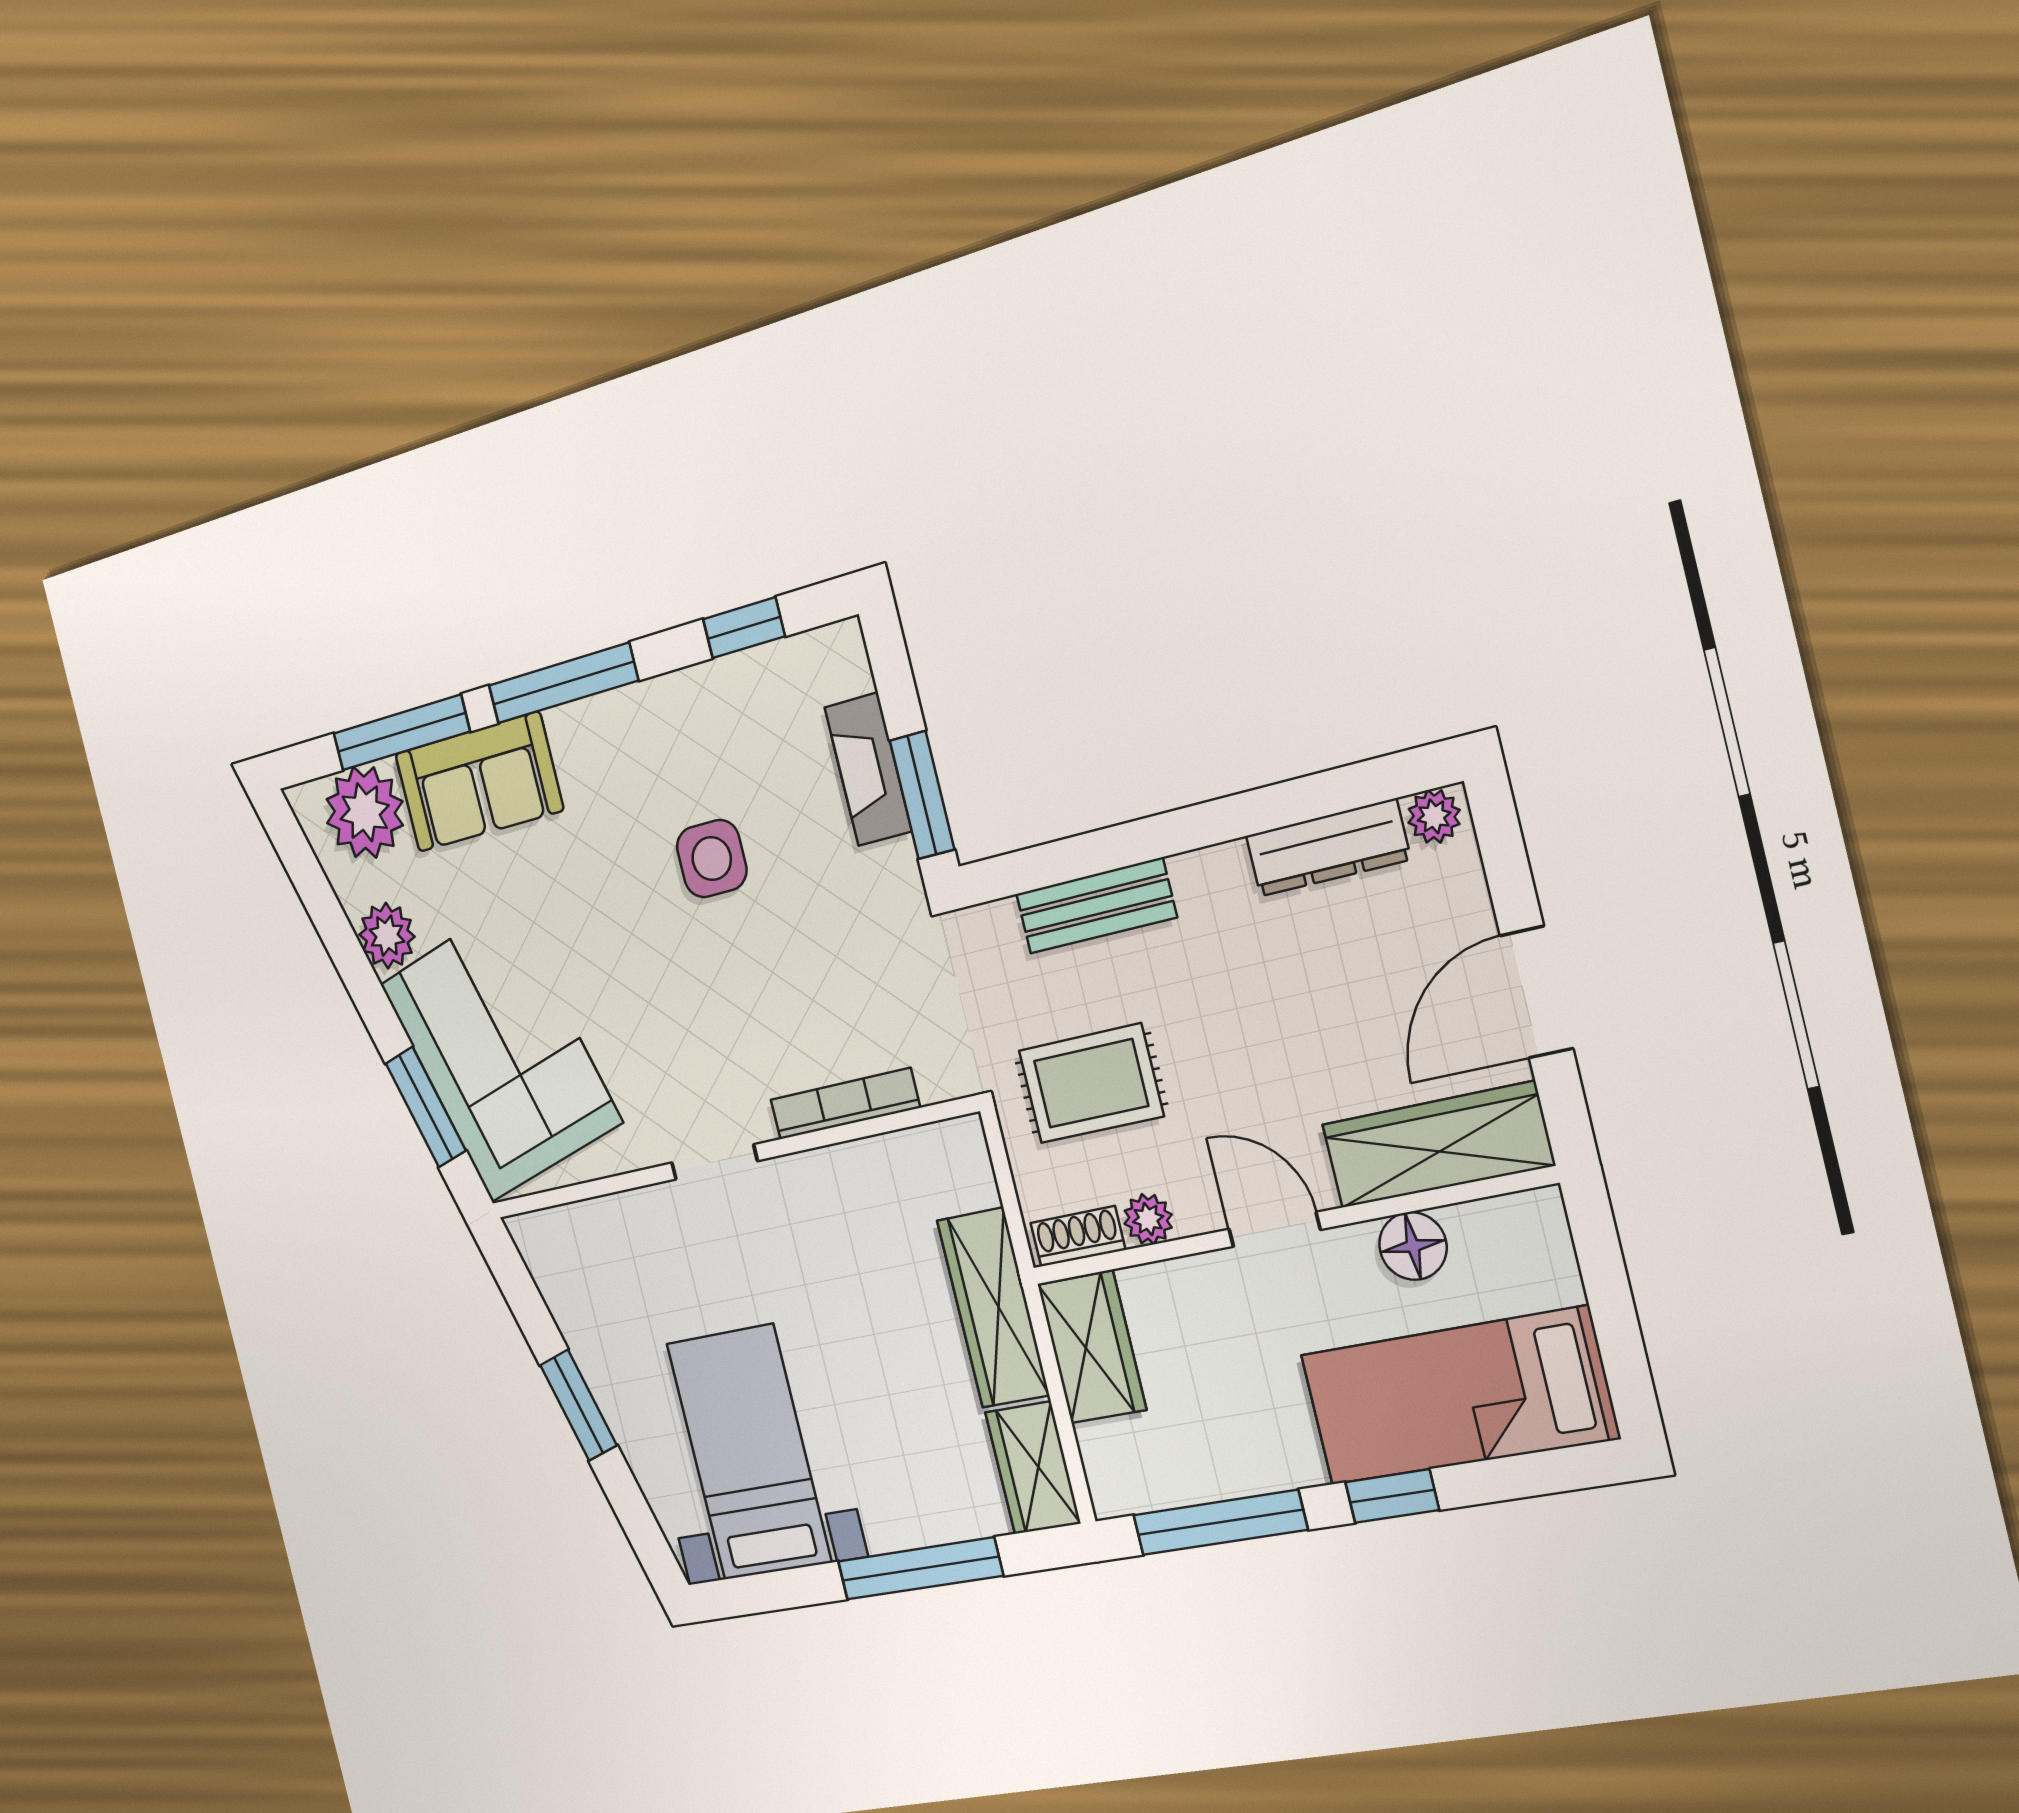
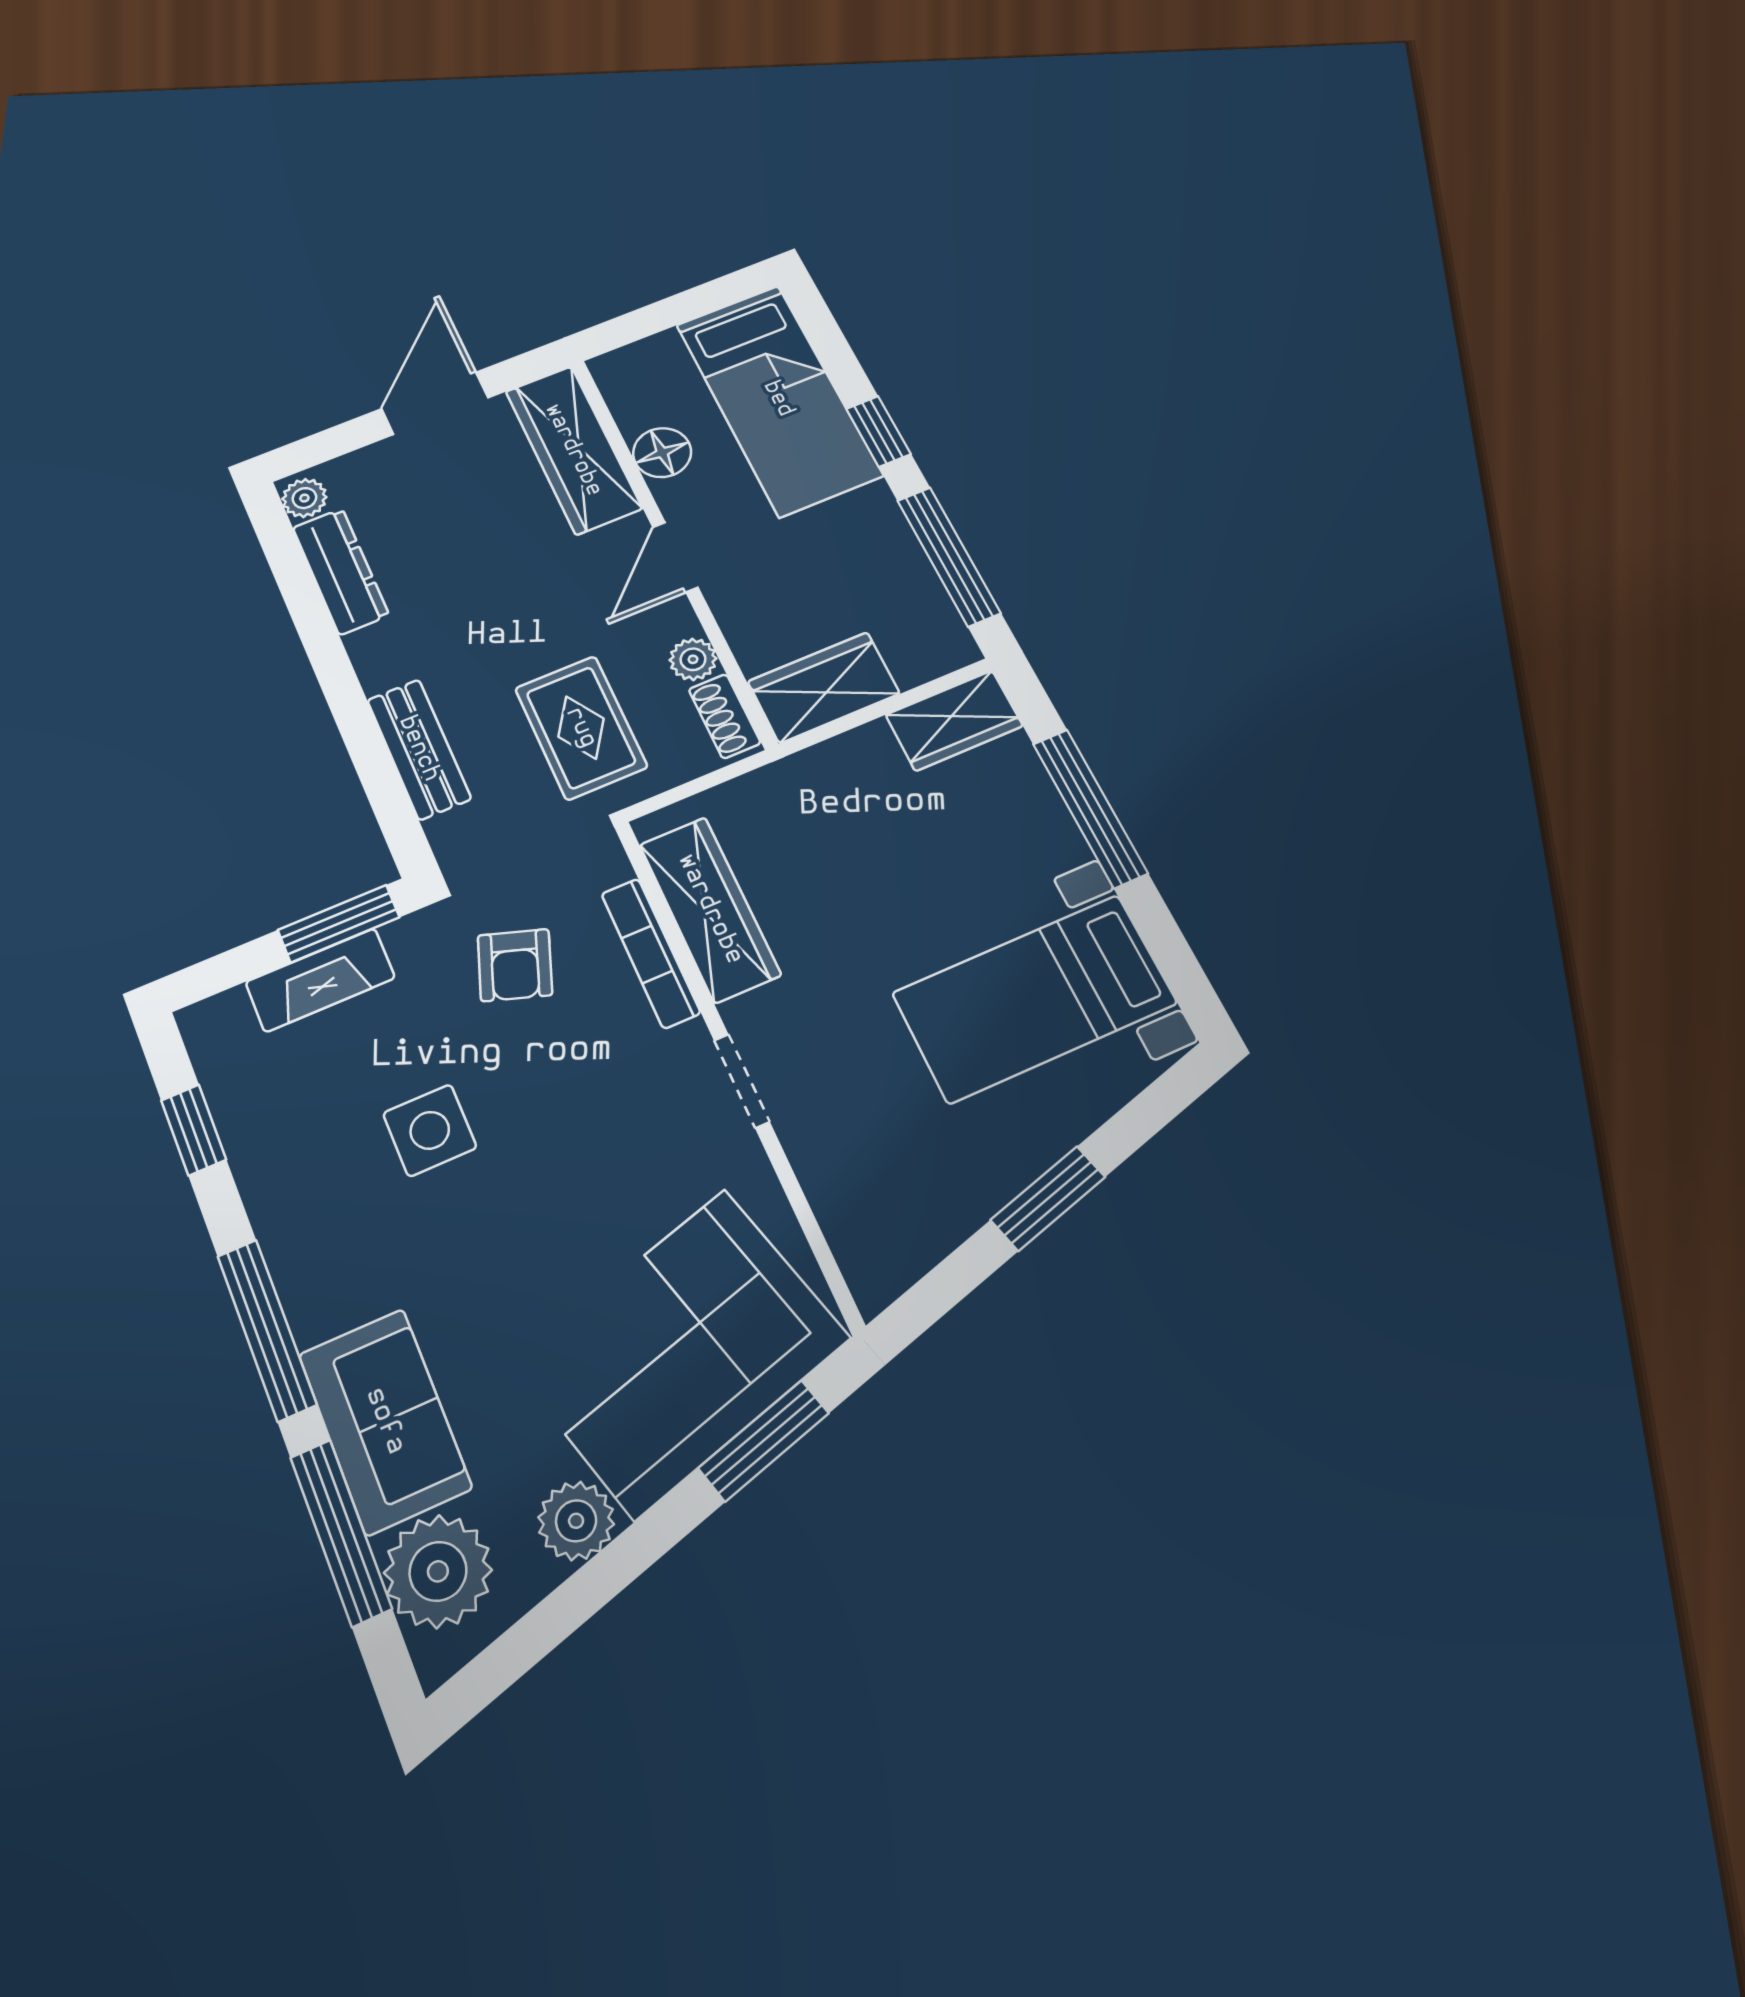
armchair: (853, 968) -> (515, 965), added
door: (1536, 992) -> (435, 403), swing flipped
wardrobe: (993, 1308) -> (710, 909), moved, turned -90

